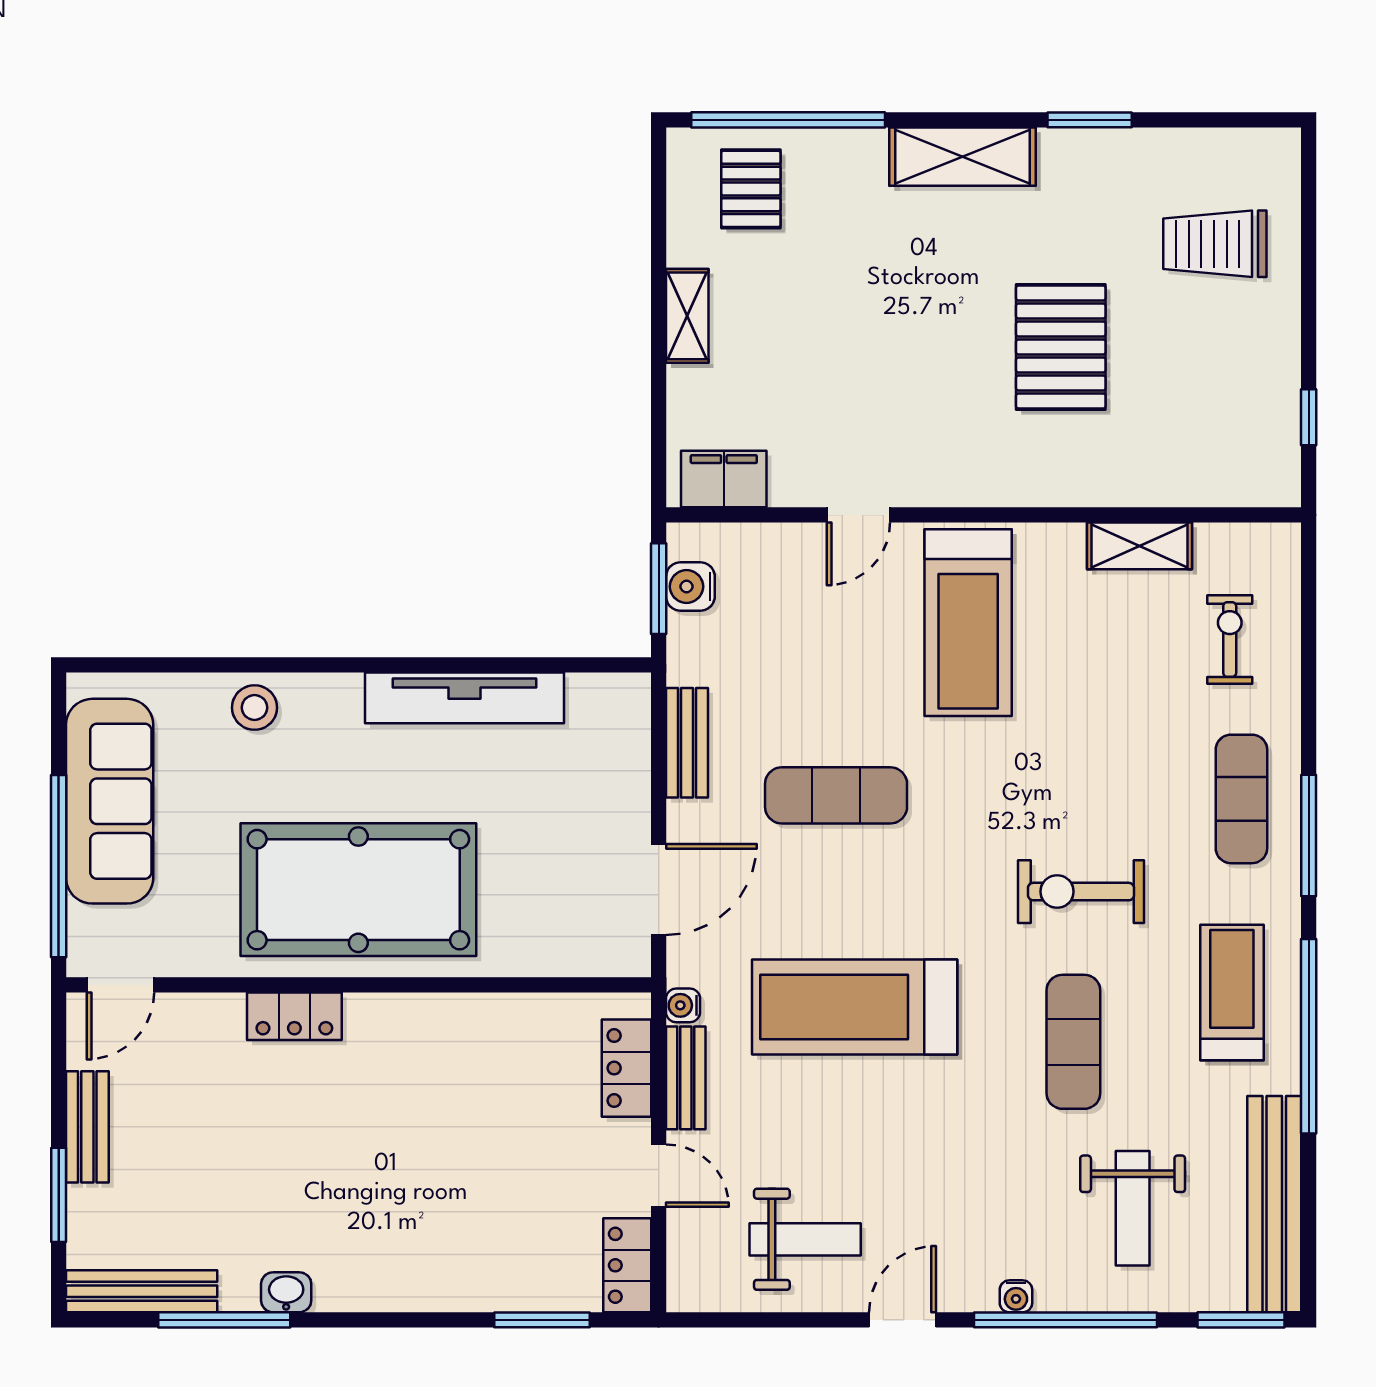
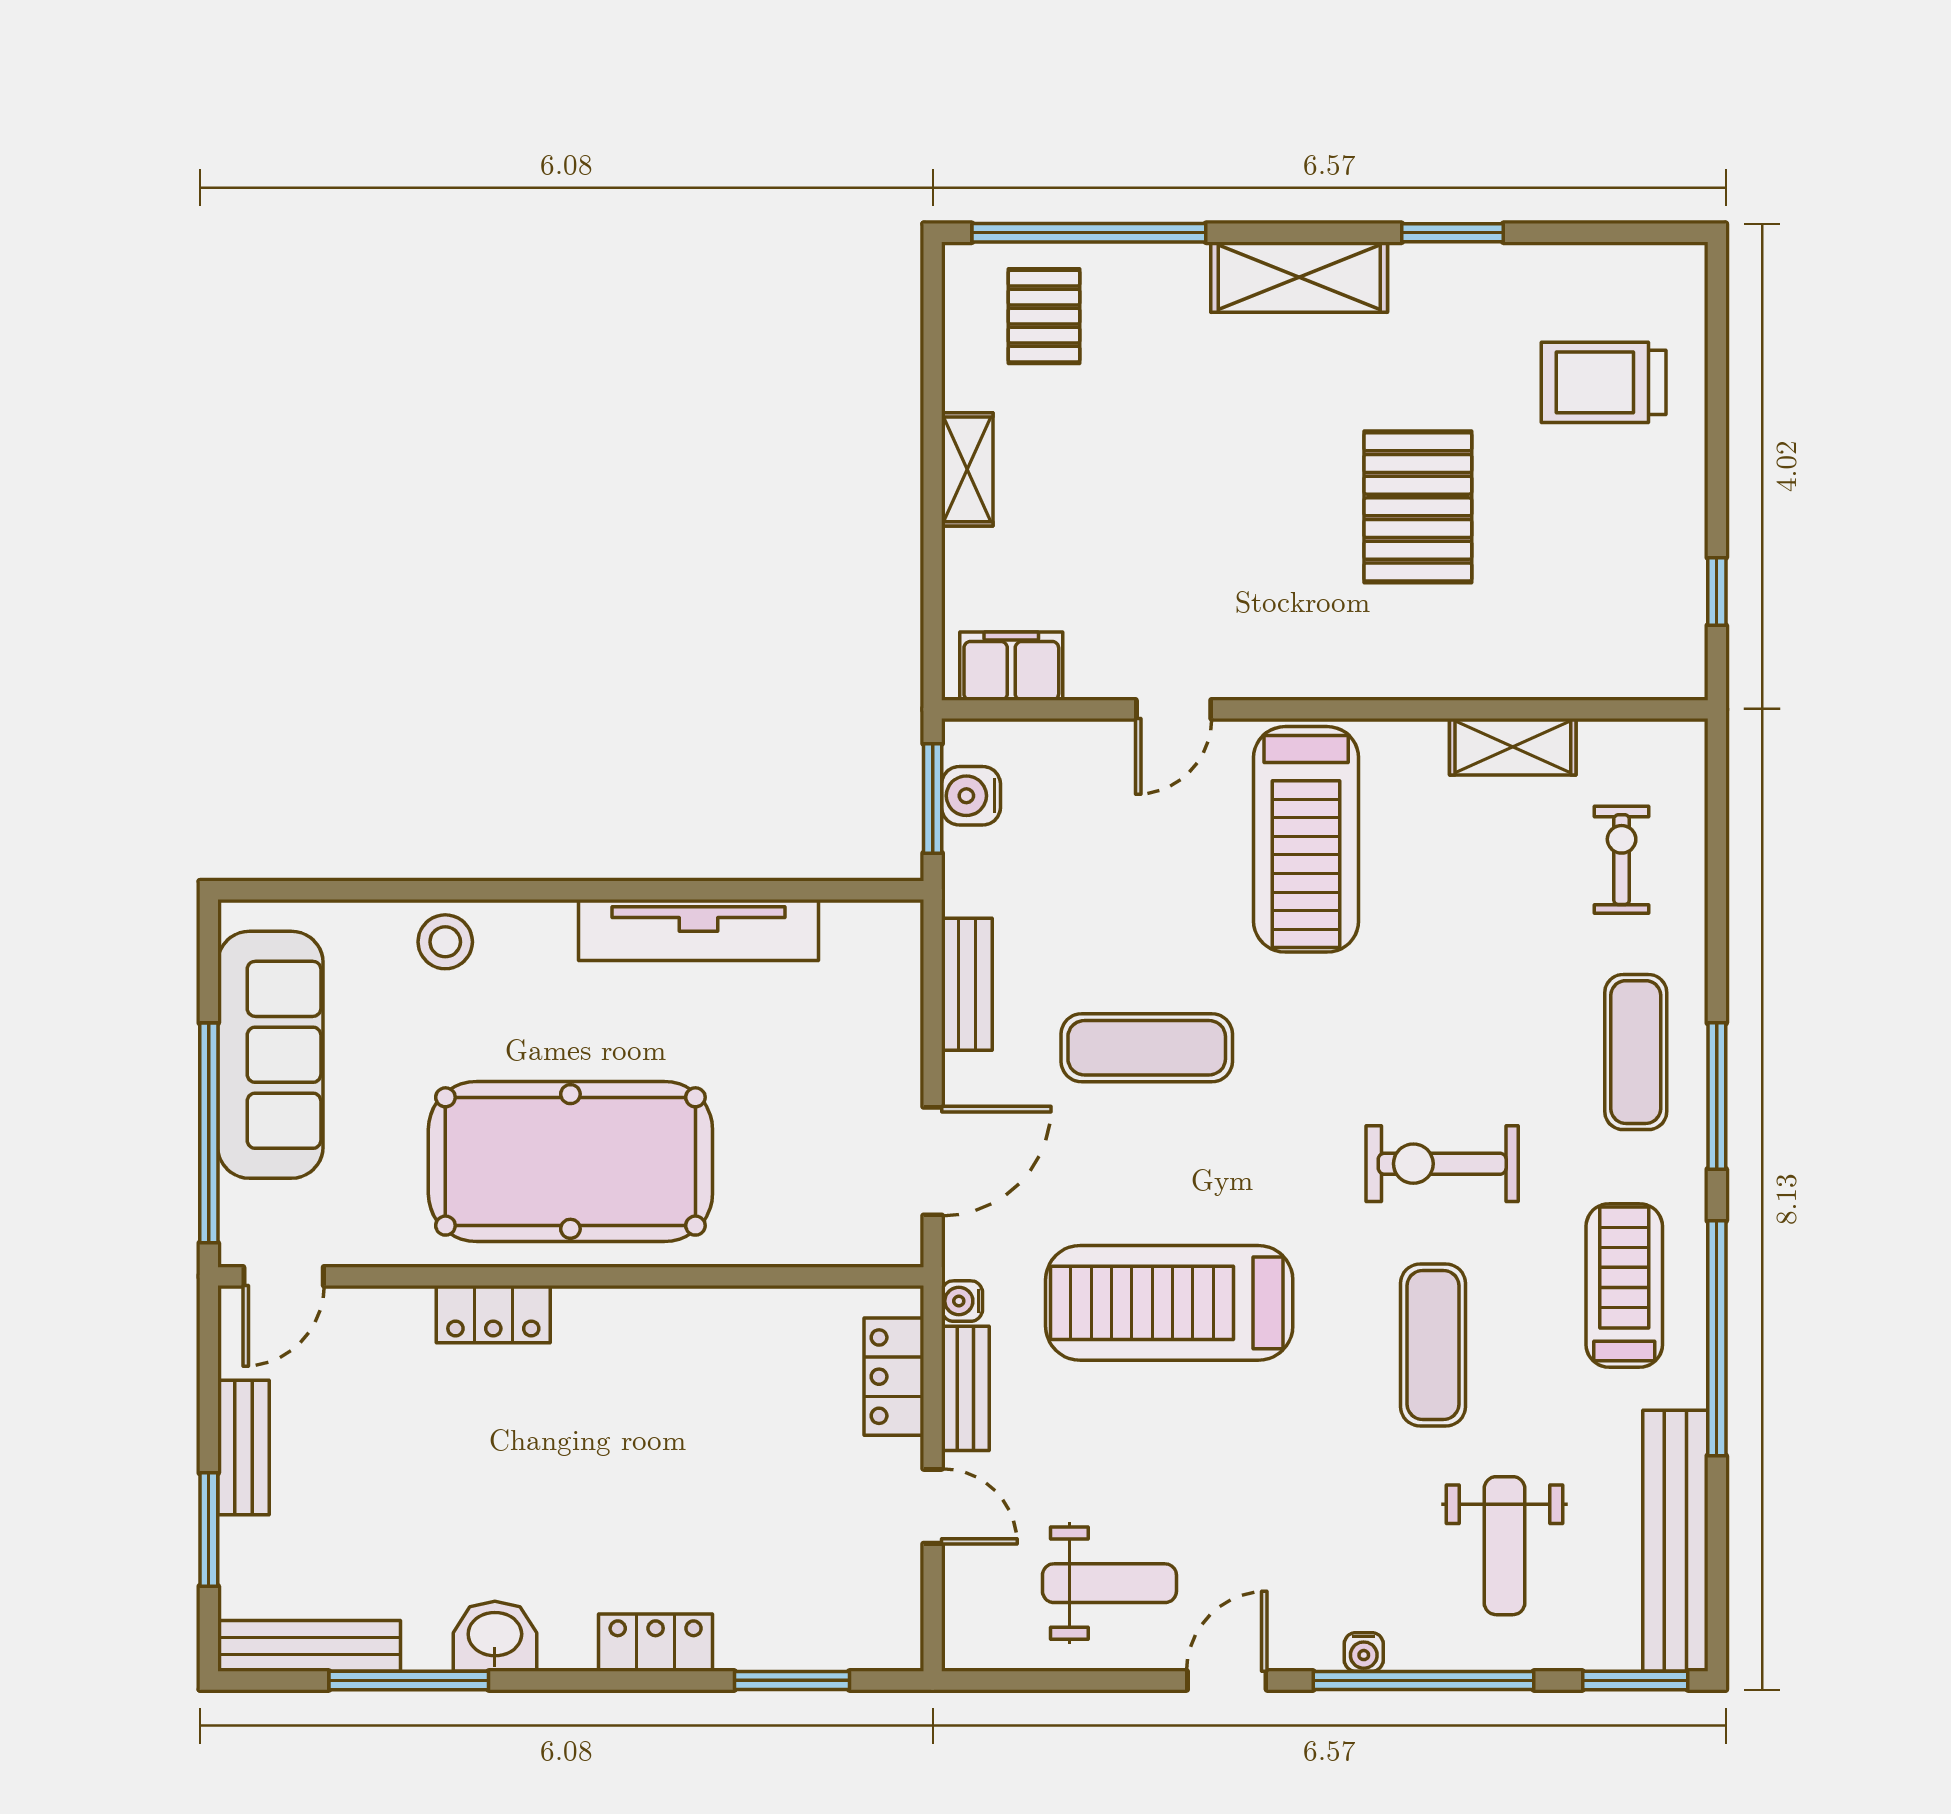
locker: (627, 1265) -> (656, 1643), moved, turned 90
washbasin: (286, 1292) -> (495, 1636), width x1.38, depth x1.45

